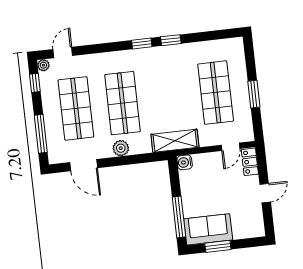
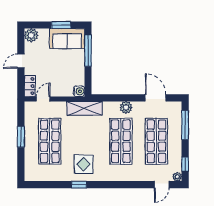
window: (142, 43) -> (101, 185), removed
display table: (168, 67) -> (83, 164), added
plant: (256, 228) -> (31, 35), added

